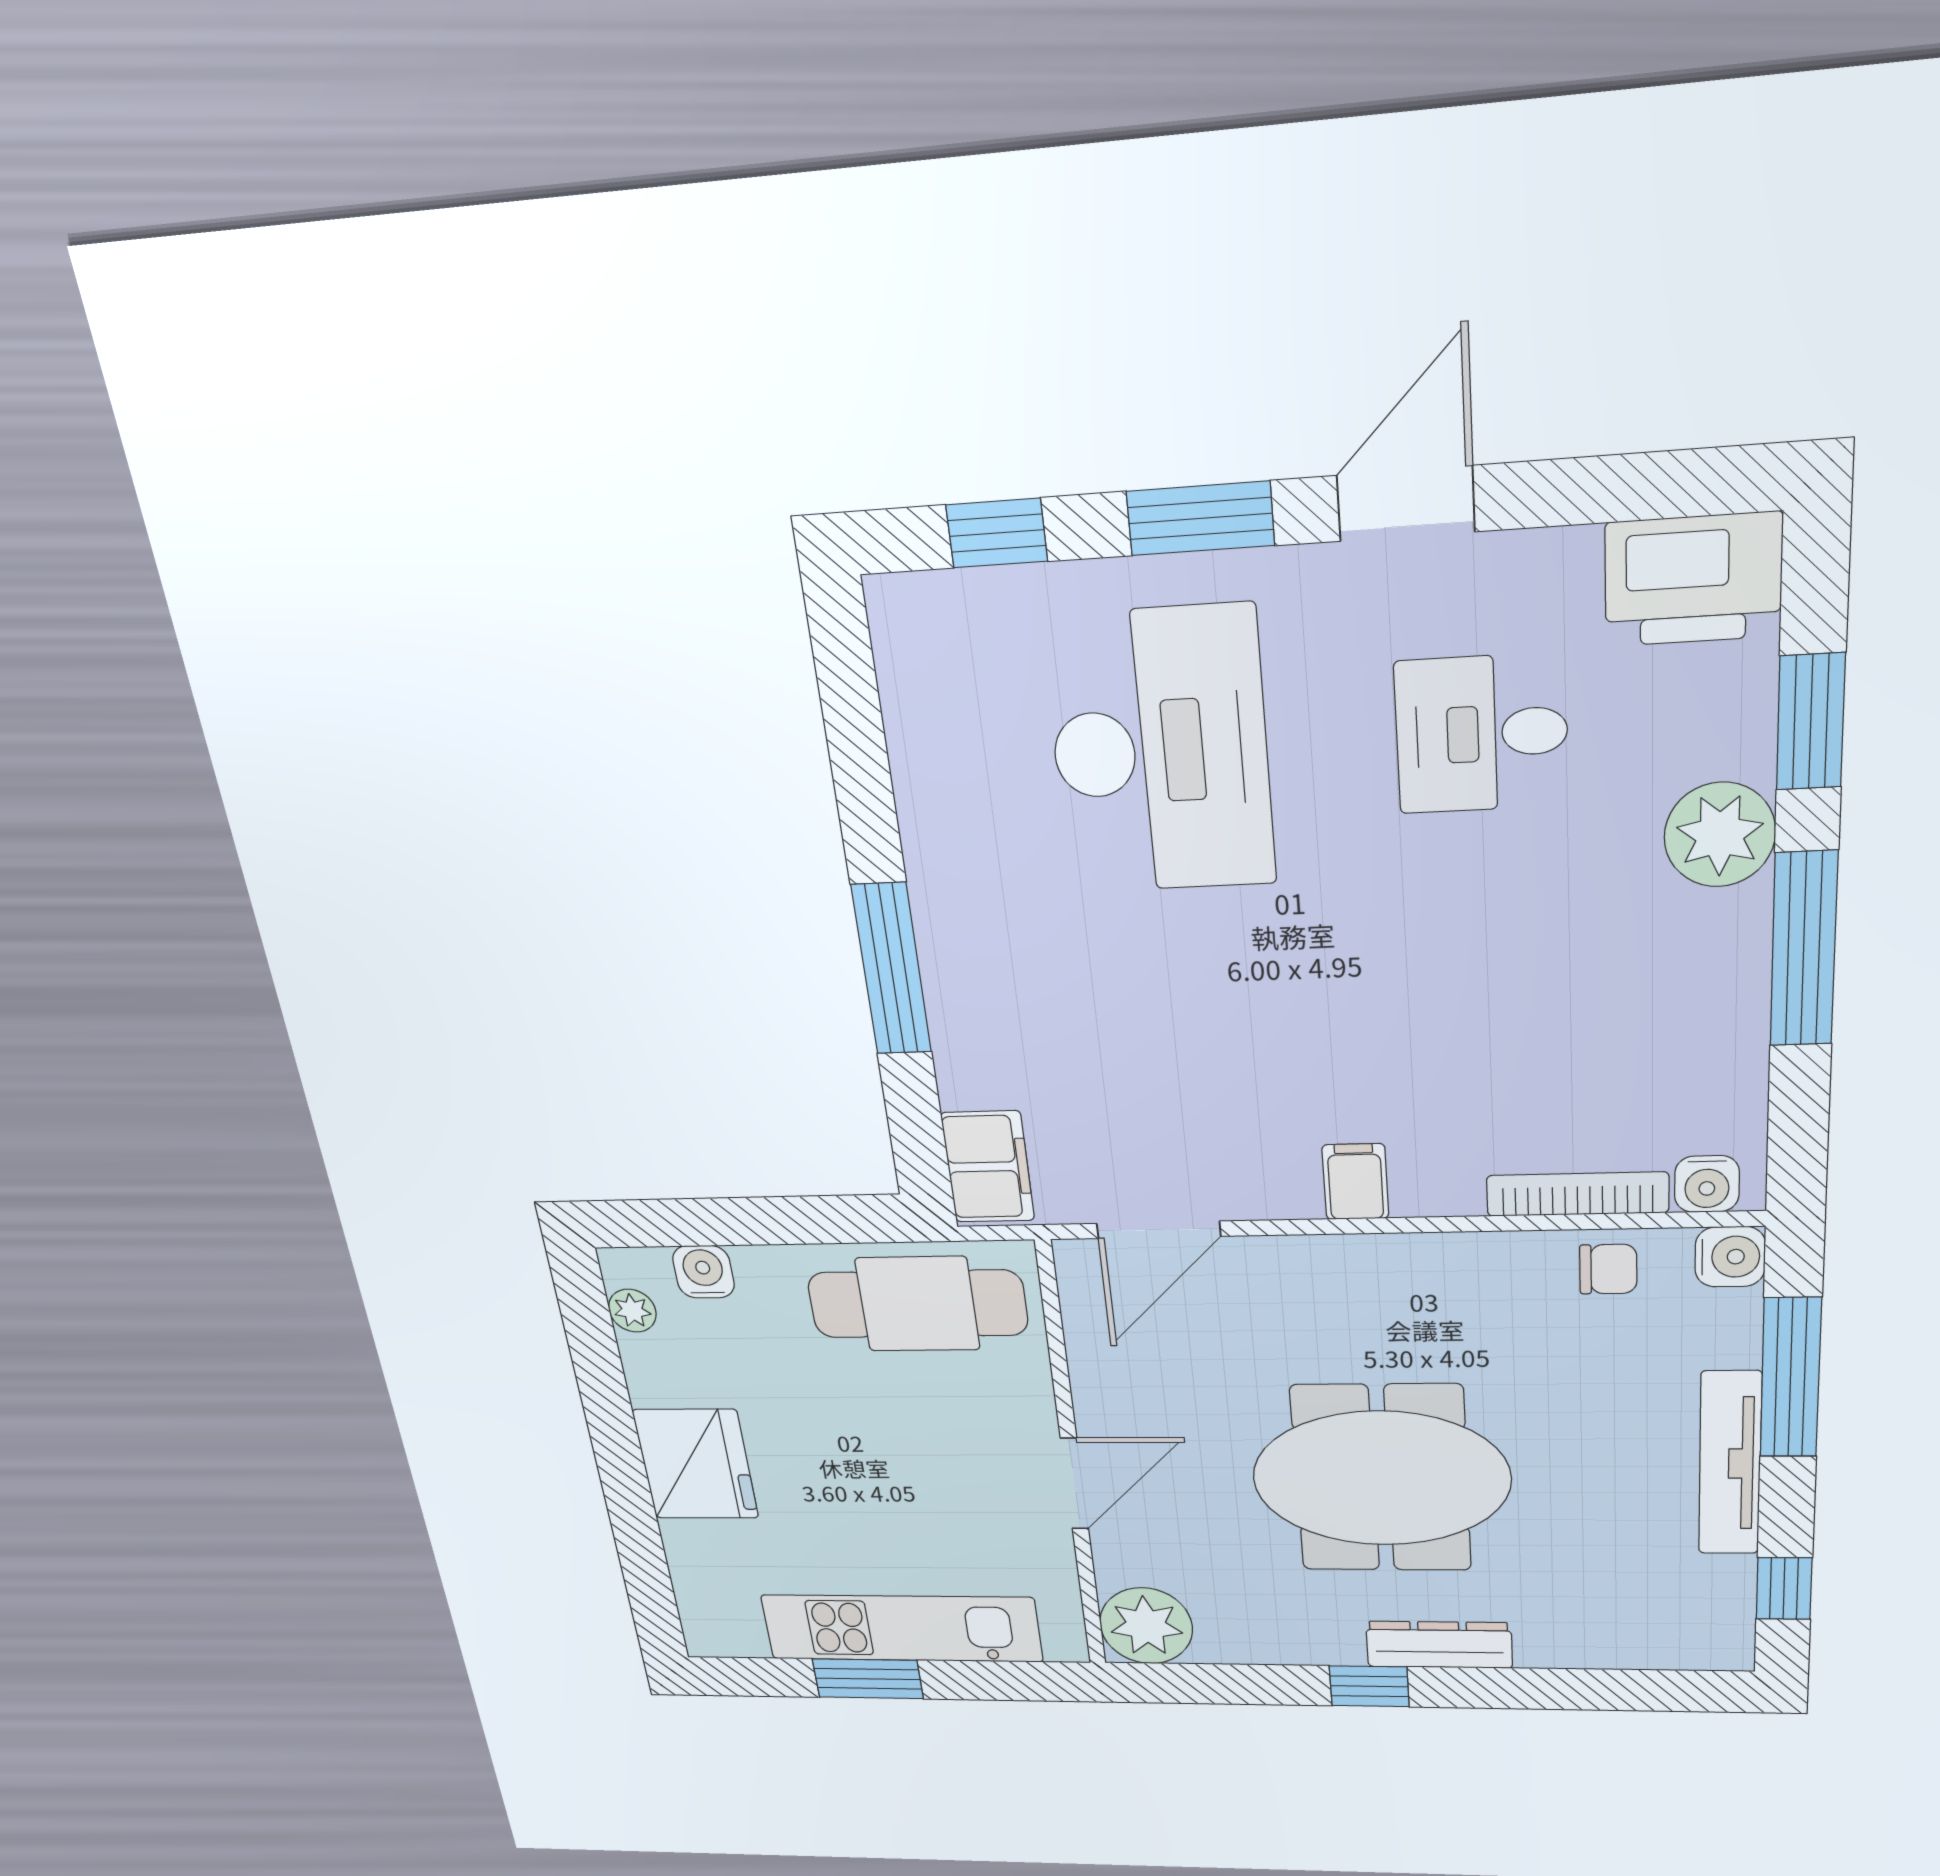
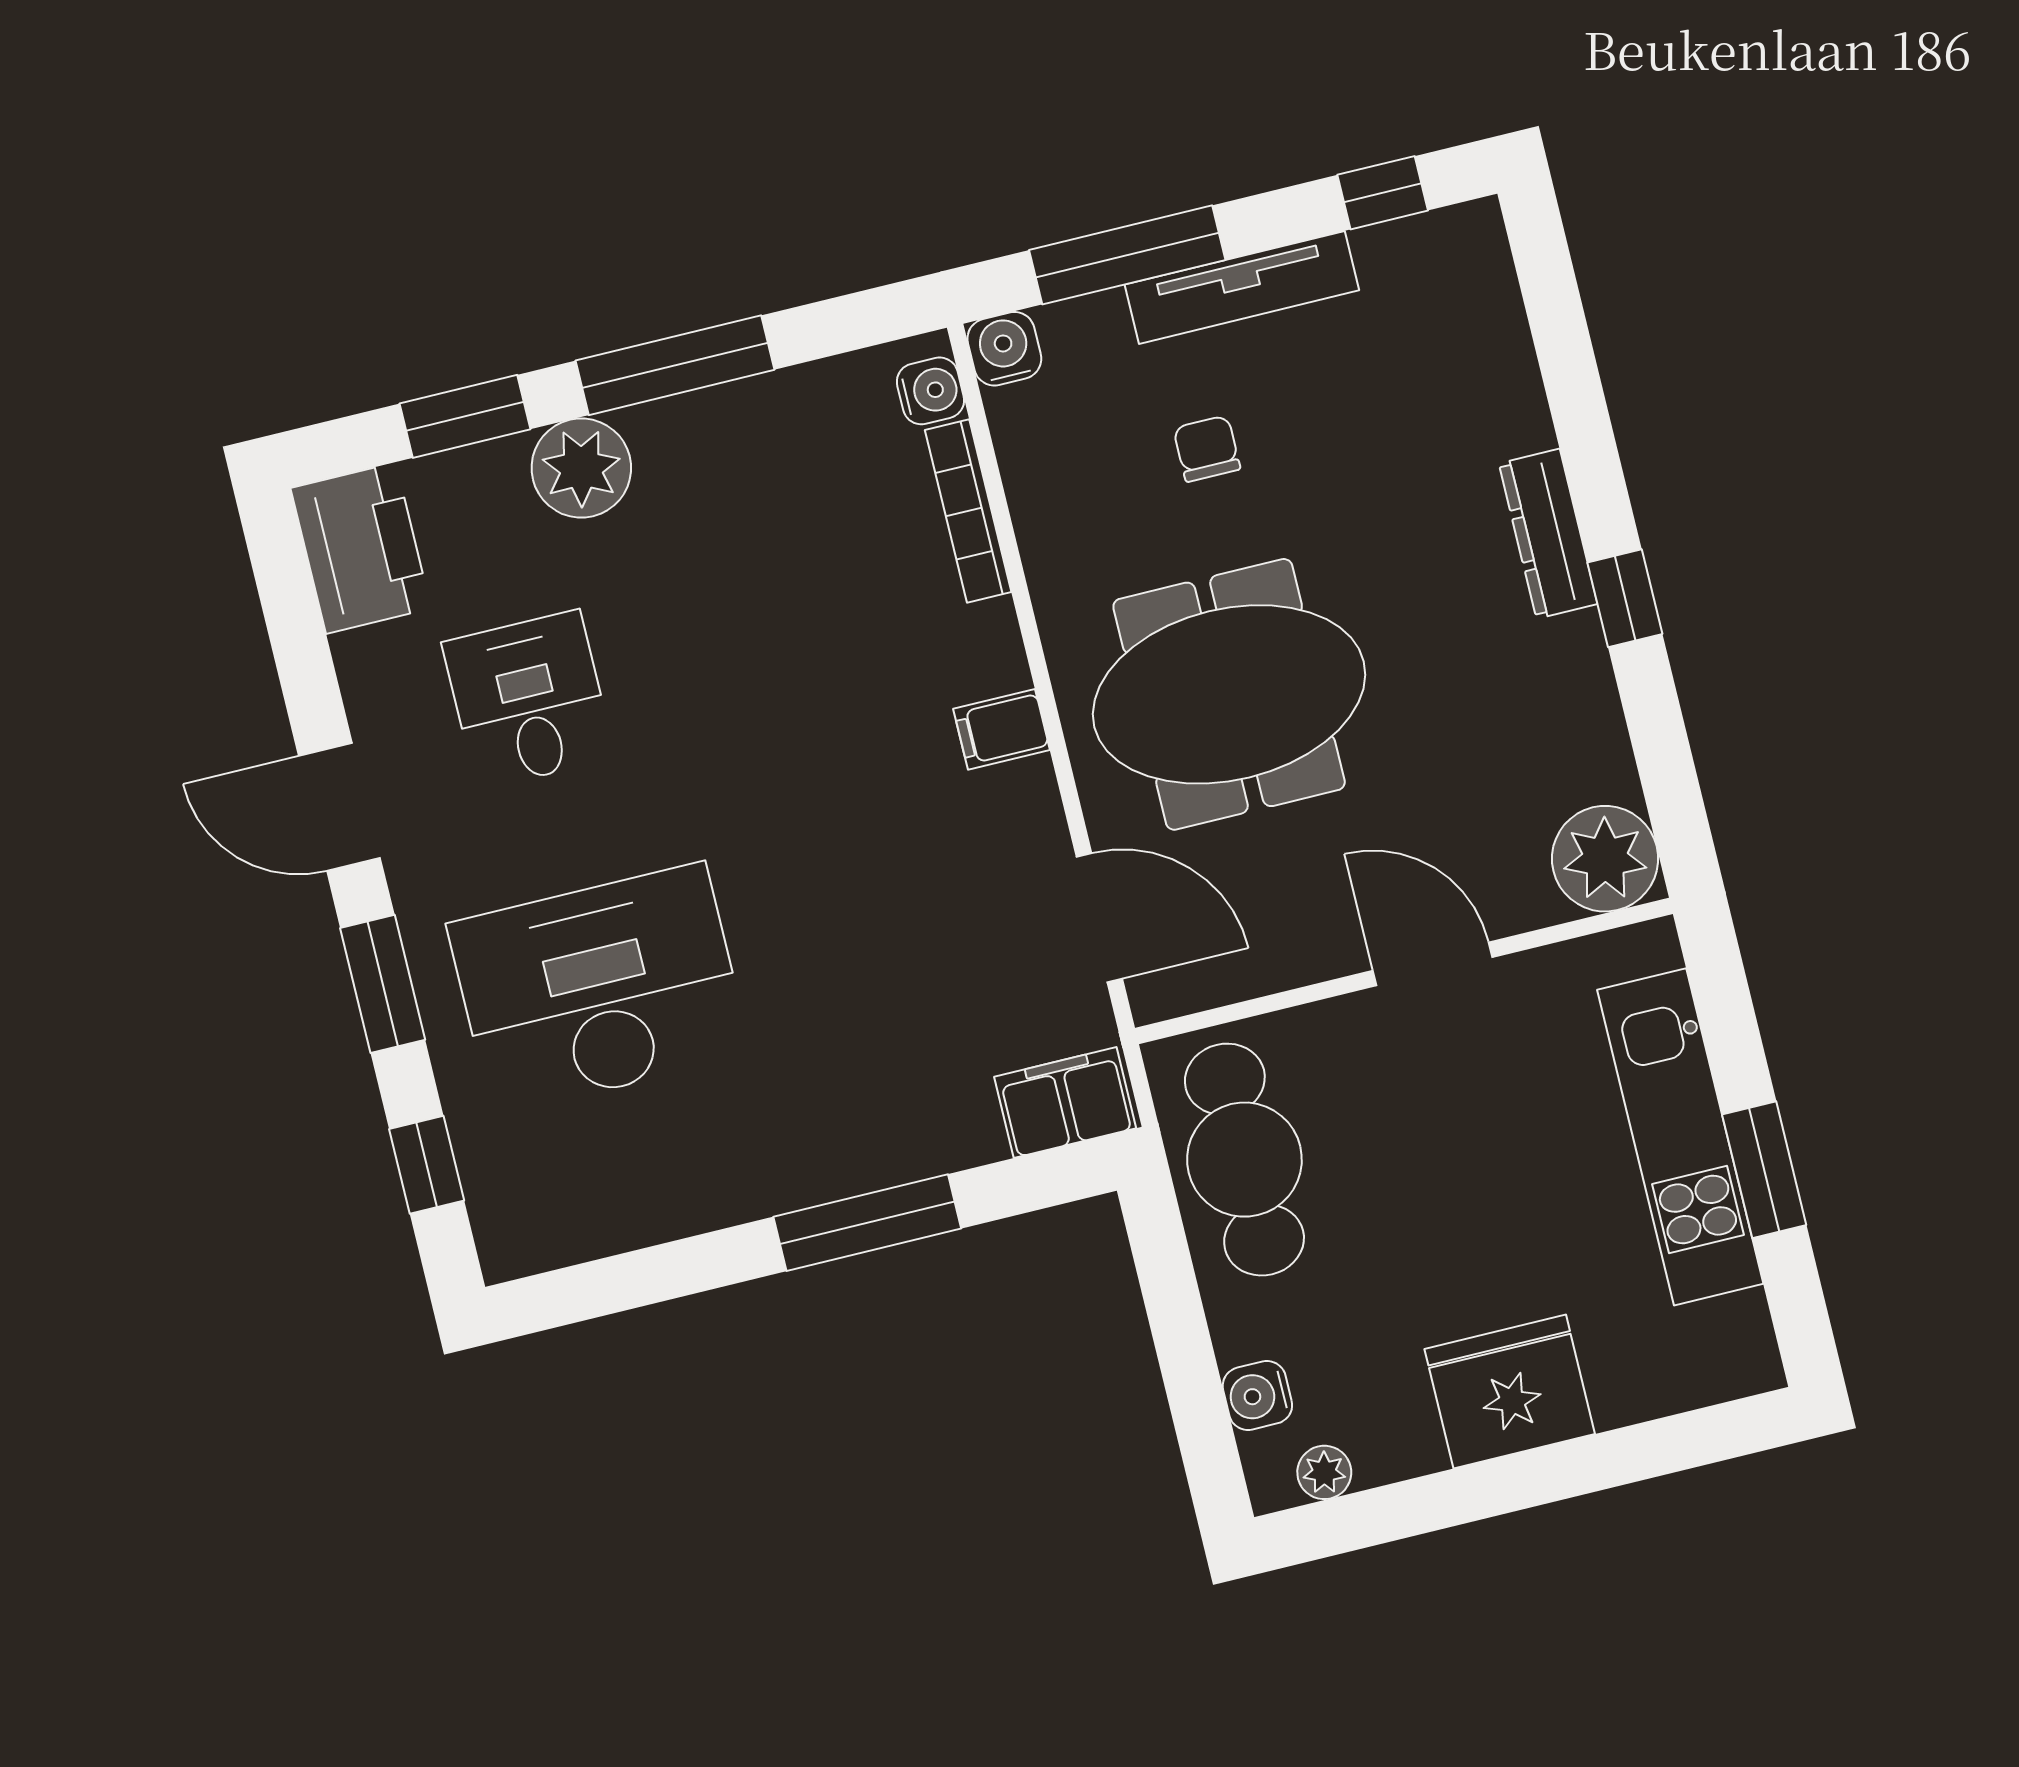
desk: (1482, 734) -> (529, 700), turned 180
chair: (1608, 1269) -> (1207, 449), moved
meeting table: (1381, 1479) -> (1229, 694), moved, turned 90

